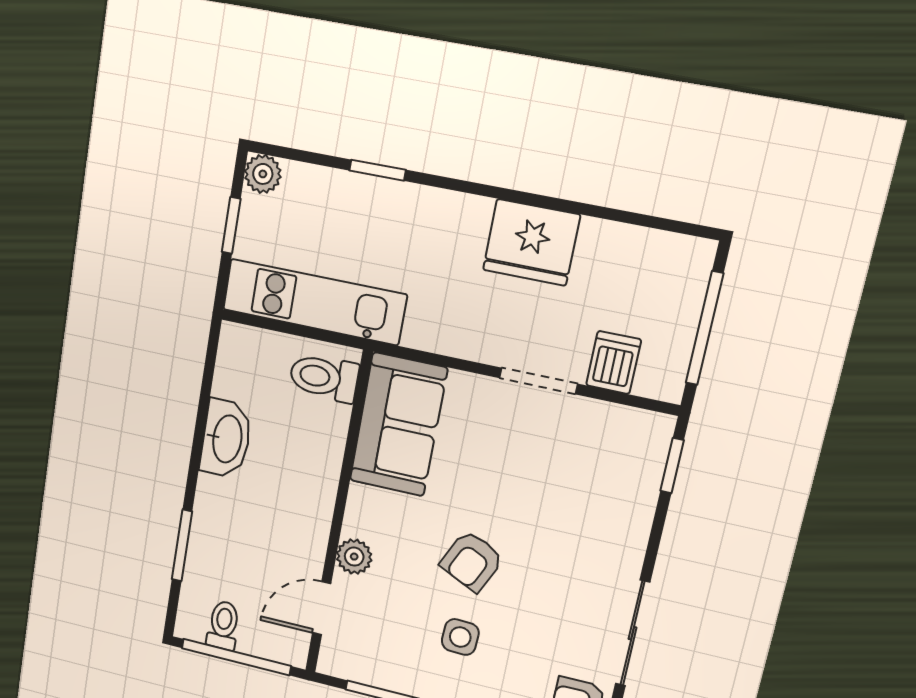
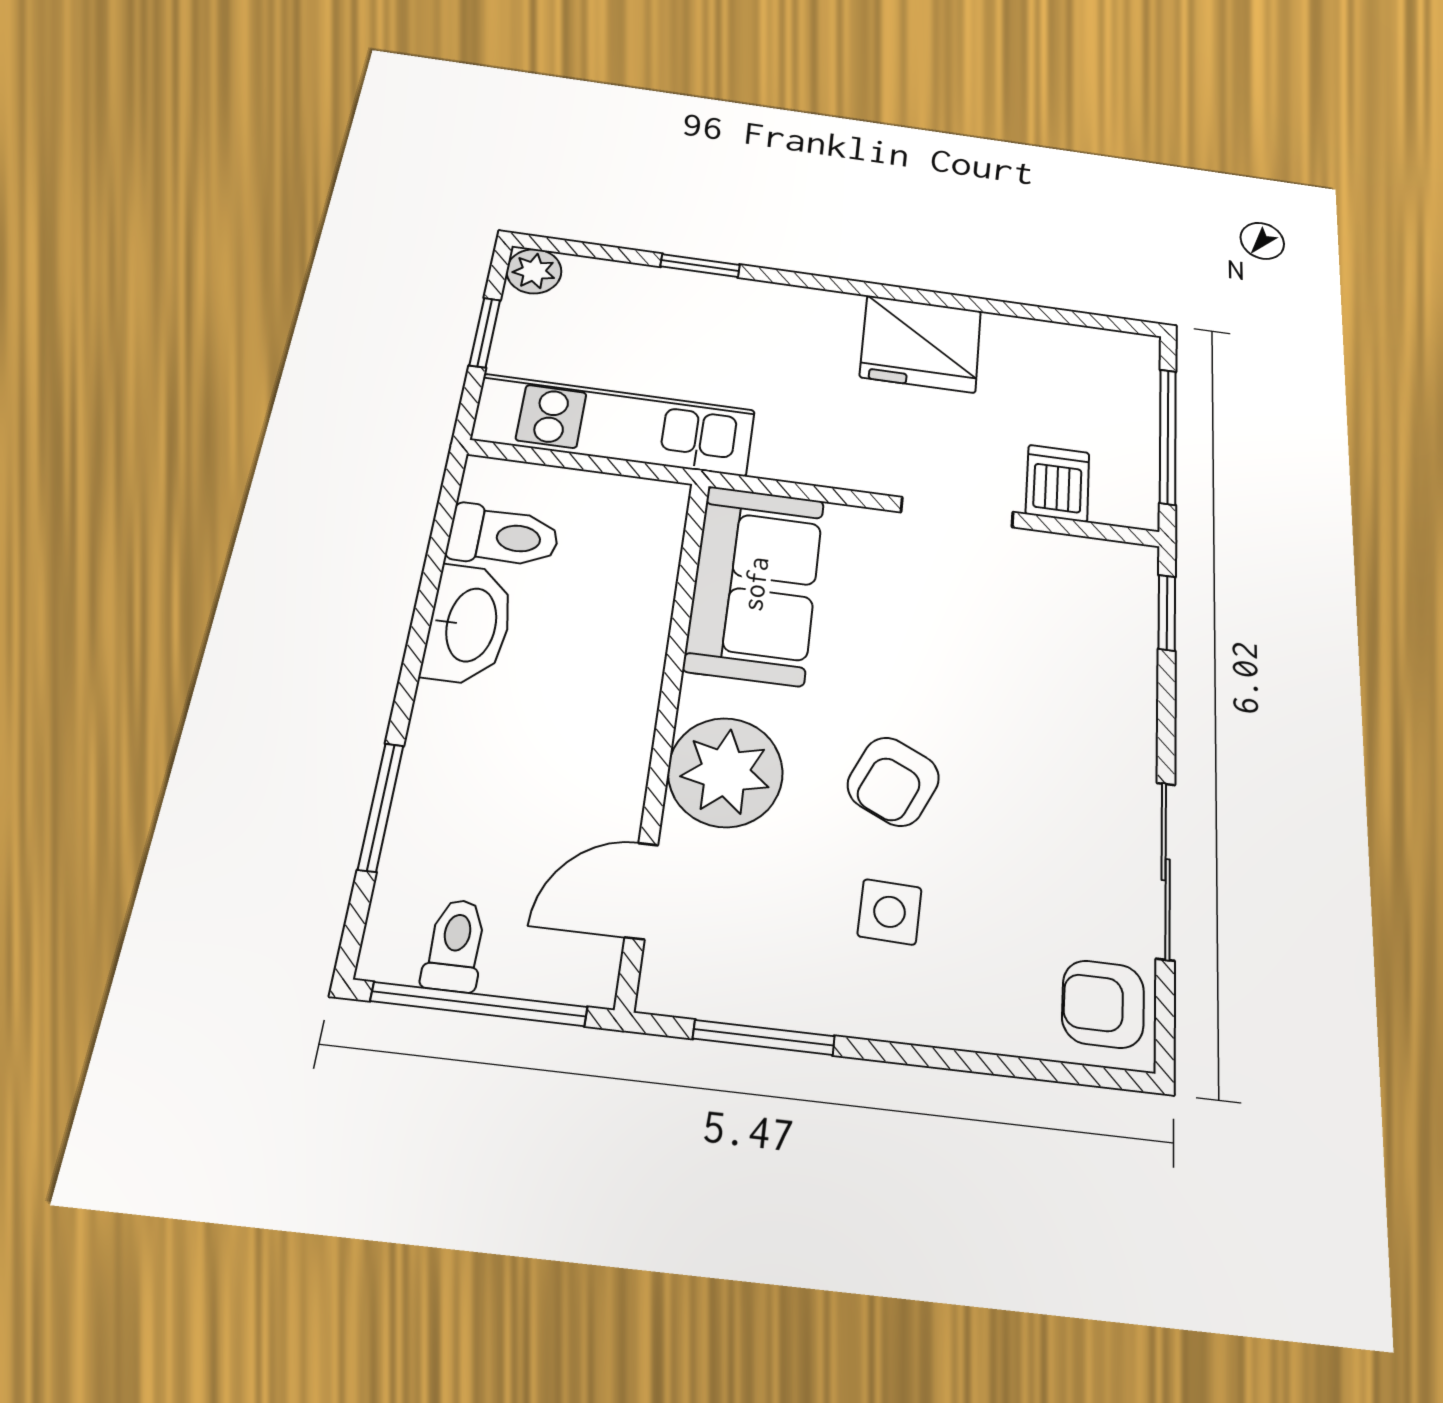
toilet: (324, 378) -> (503, 537), moved, turned 180
plant: (354, 557) -> (725, 772), width x1.88, depth x1.88

